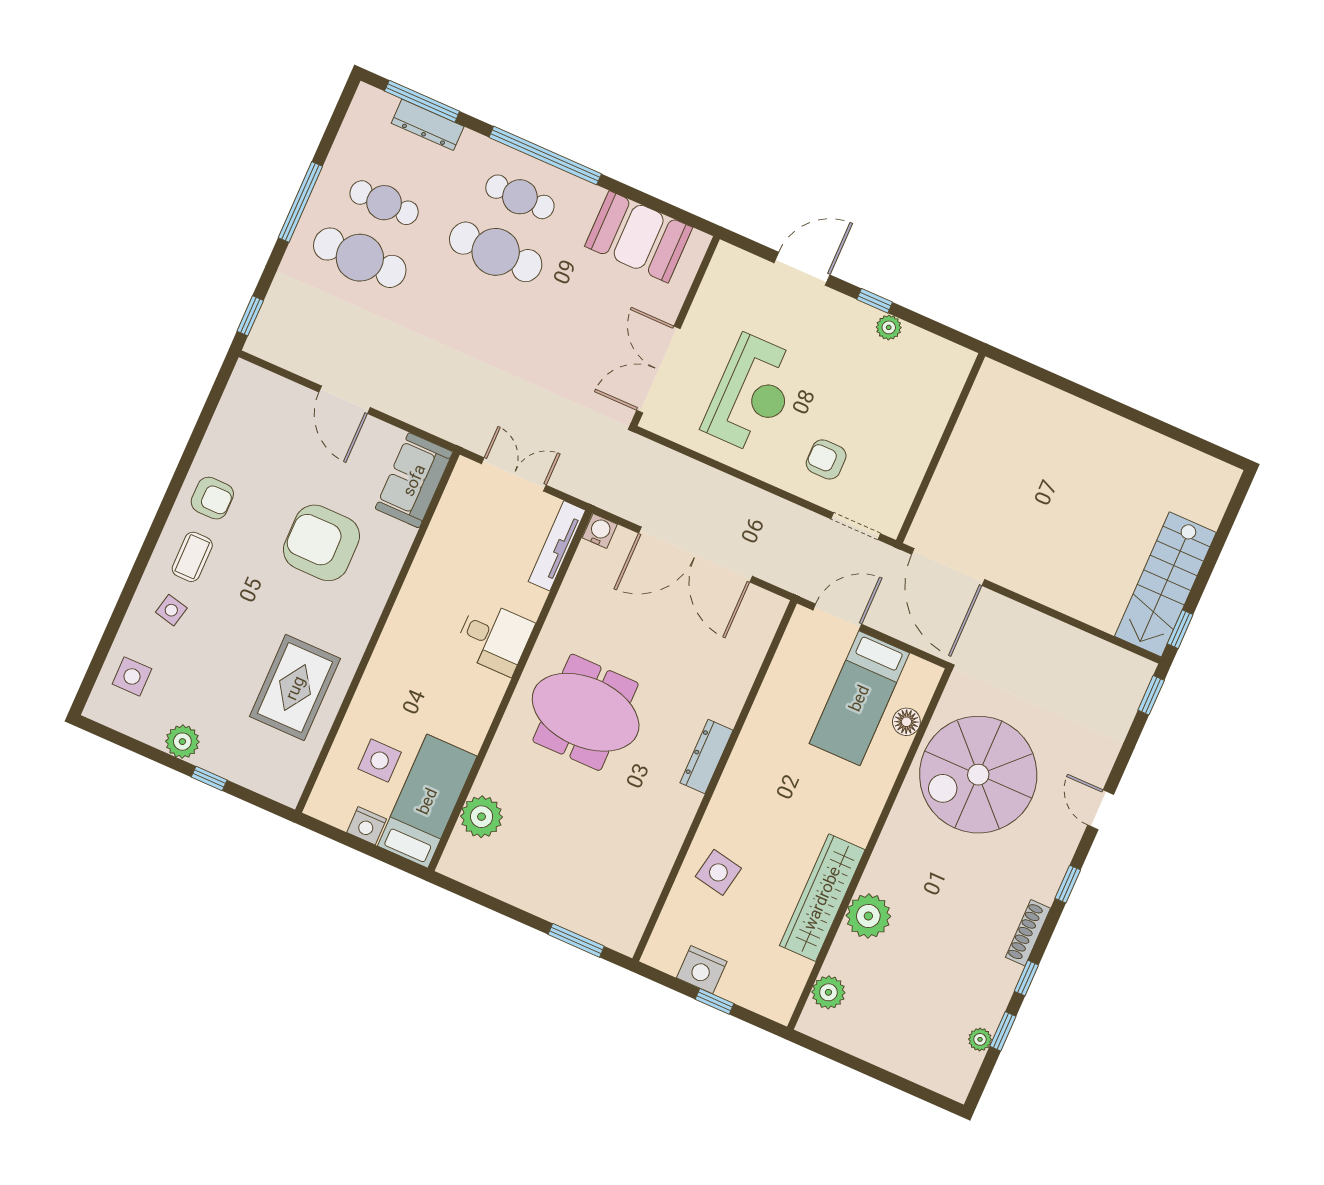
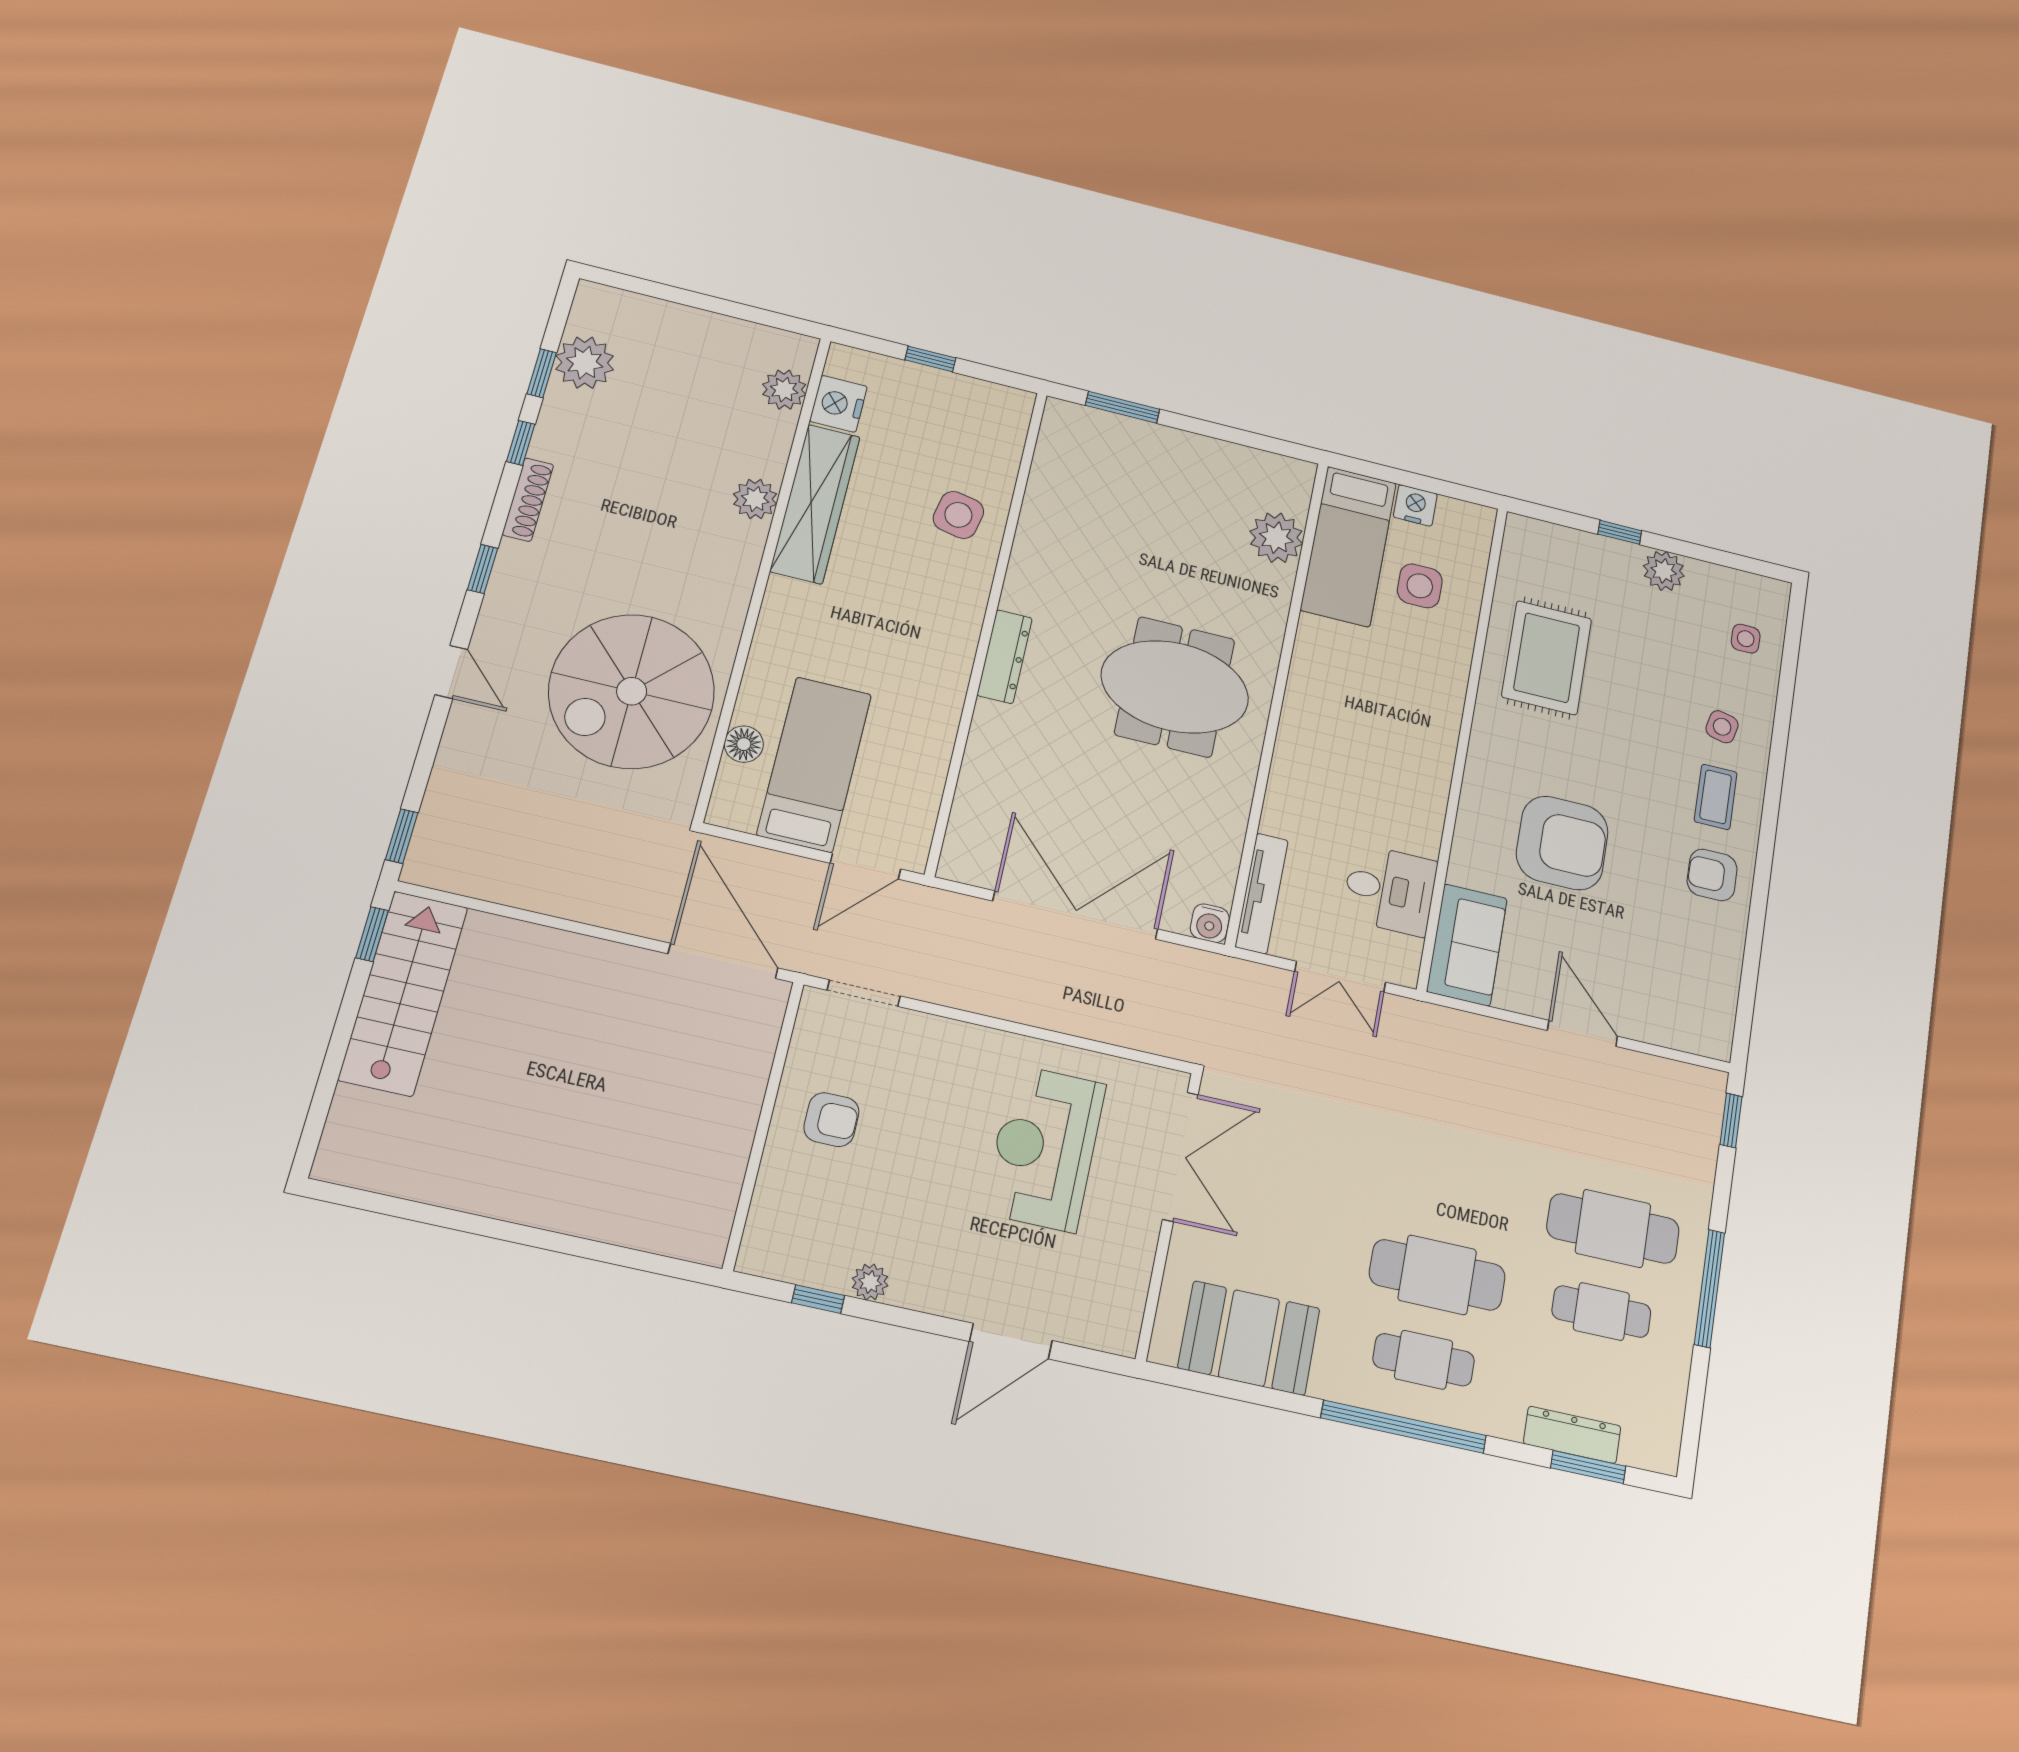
window: (422, 101) -> (1588, 1467), width x0.69
window: (875, 301) -> (818, 1299), moved
armchair: (826, 459) -> (831, 1120), moved
desk: (494, 638) -> (1390, 890), moved, turned 180
side table: (132, 676) -> (1746, 639), width x0.73, depth x0.73
spiral stairs: (978, 775) -> (632, 691), turned 180
plant: (868, 916) -> (755, 499), width x0.73, depth x0.73
nightstand: (702, 970) -> (838, 404), moved, turned -90
plant: (980, 1039) -> (585, 363), width x1.88, depth x1.88

